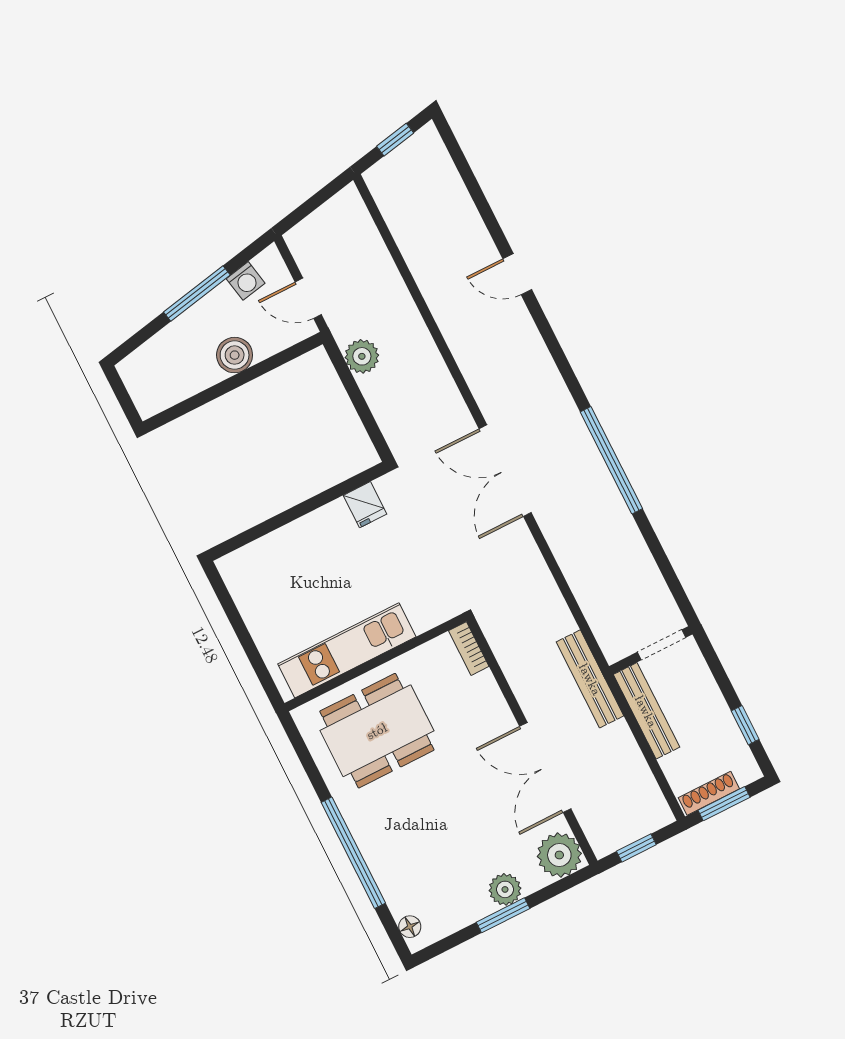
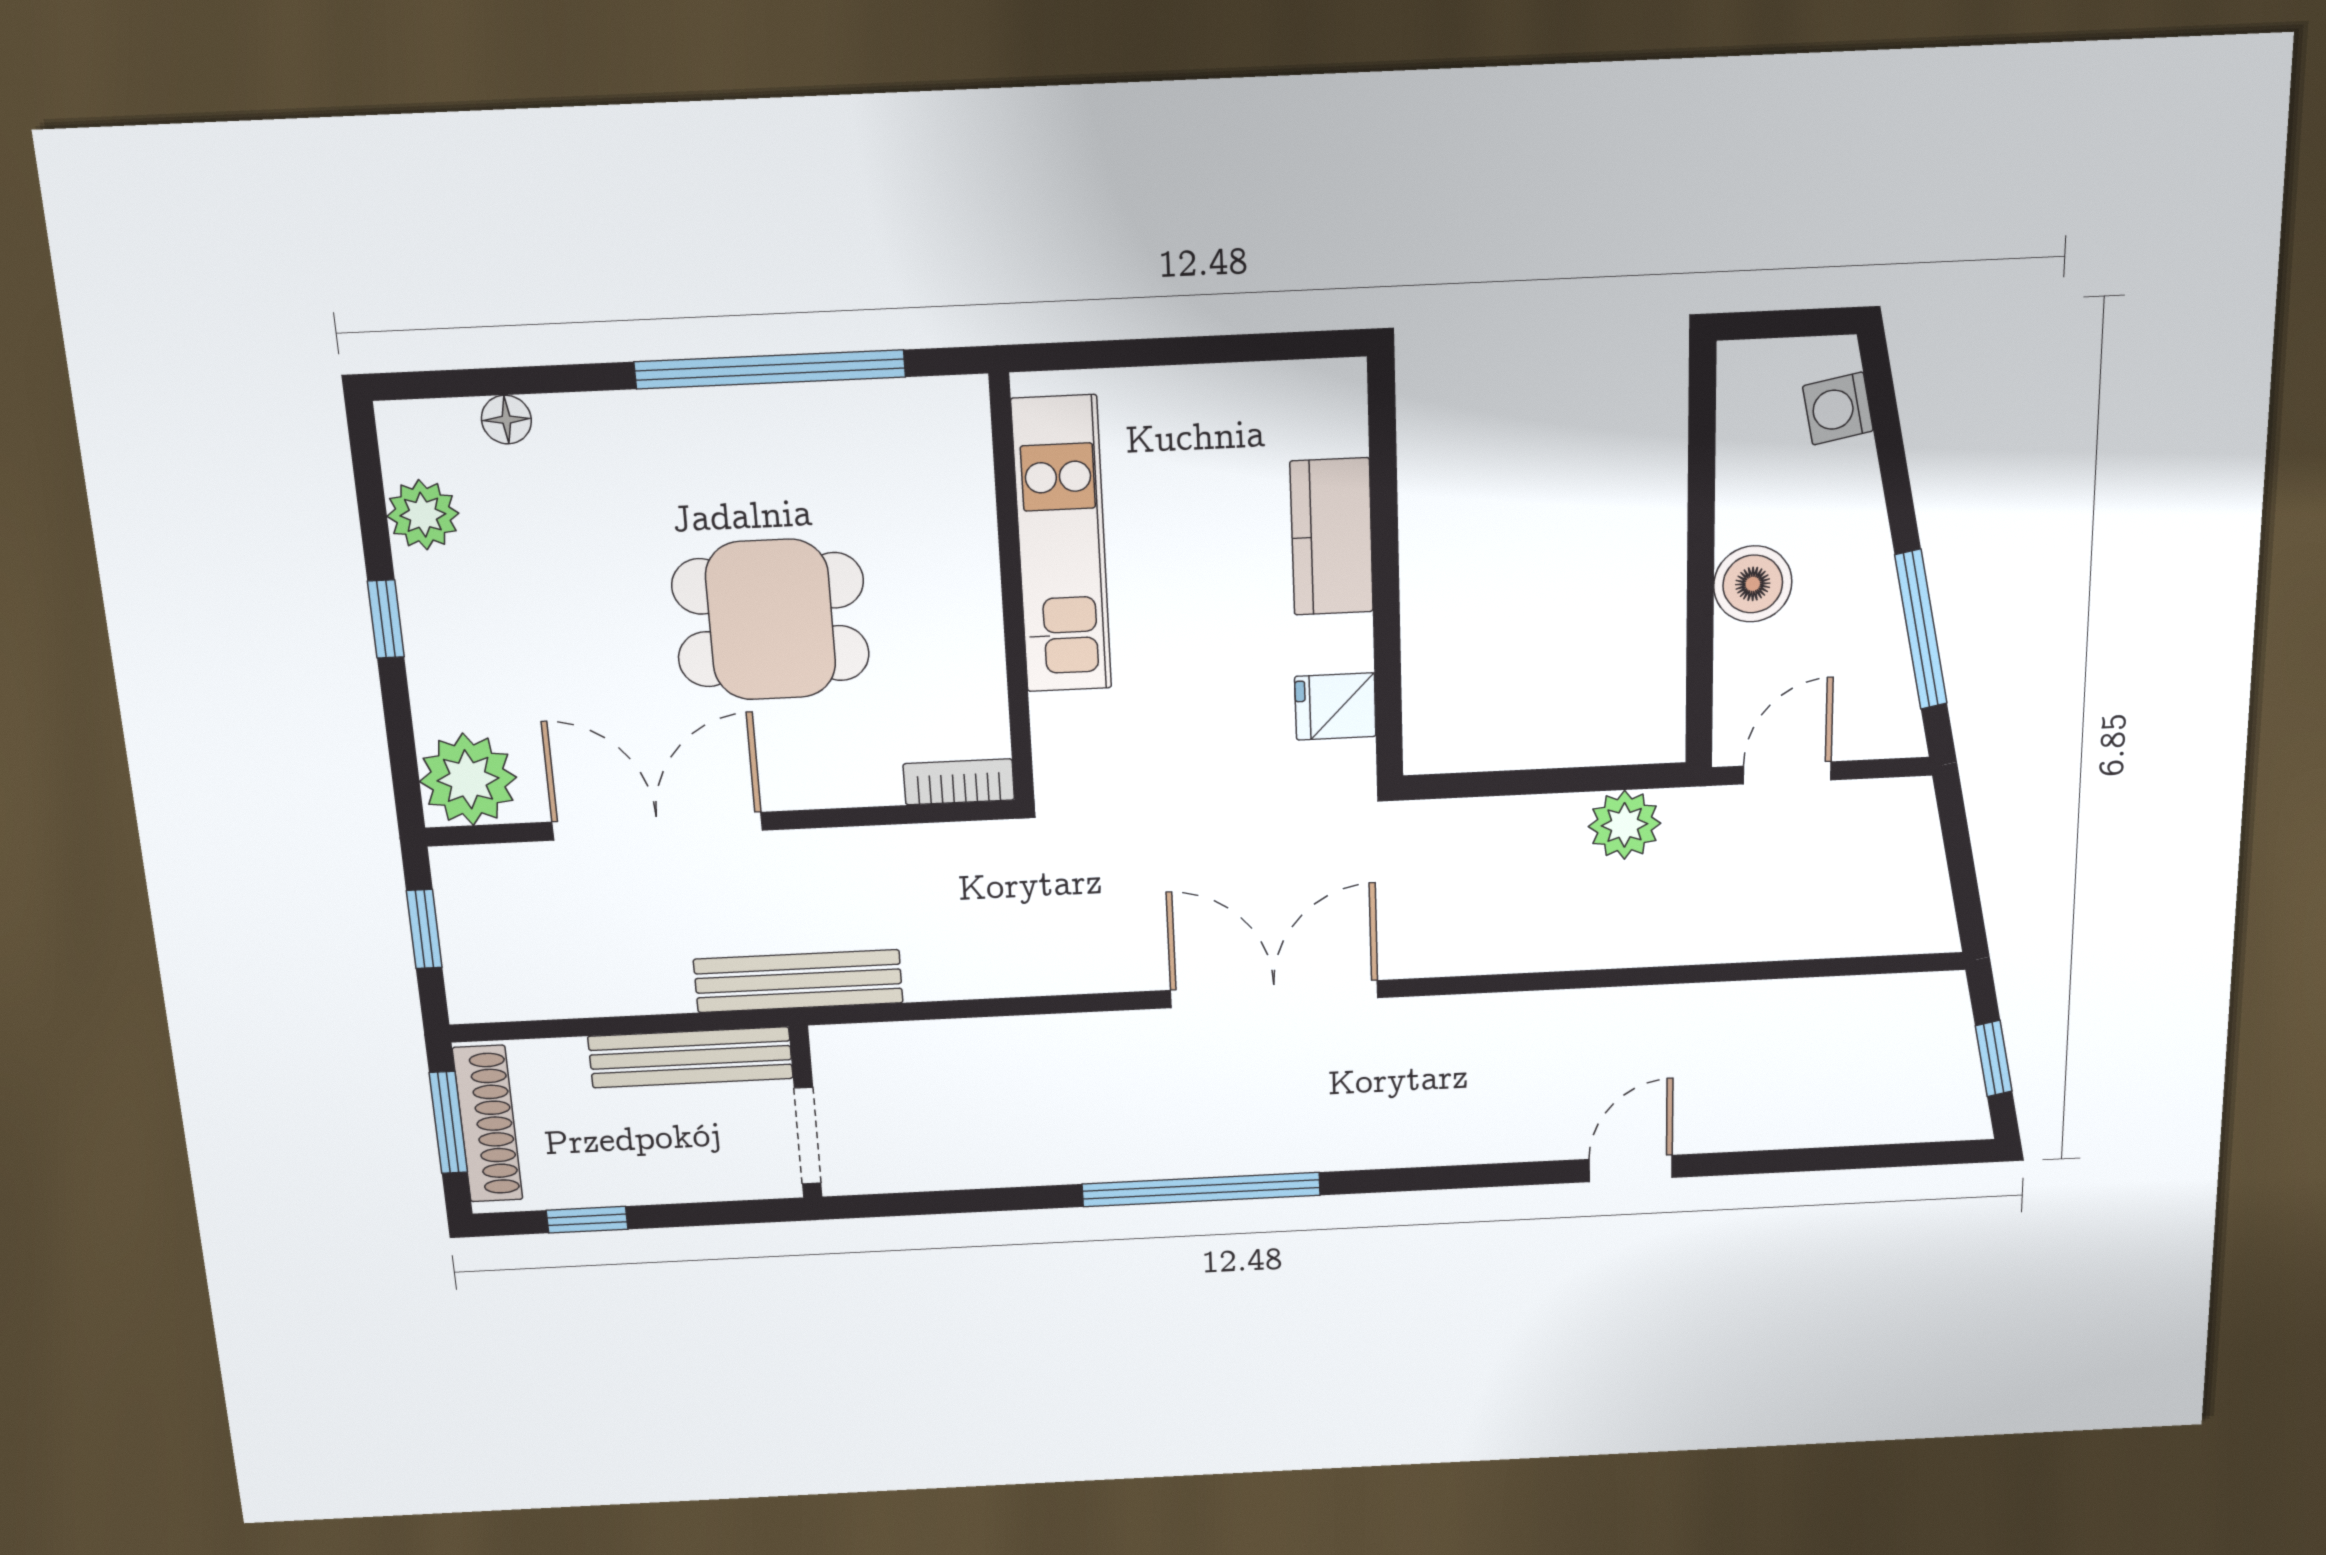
washing machine: (246, 281) -> (1838, 408), moved
window: (197, 293) -> (1921, 630), moved
kitchen counter: (293, 540) -> (1332, 537), added
dining table: (377, 731) -> (771, 620), moved, width x0.73
shoe rack: (709, 793) -> (488, 1124), width x1.36, depth x1.24
window: (353, 853) -> (770, 369), moved
plant: (505, 889) -> (423, 515), moved
window: (503, 915) -> (386, 619), width x0.67
floor lamp: (410, 927) -> (506, 420), moved

